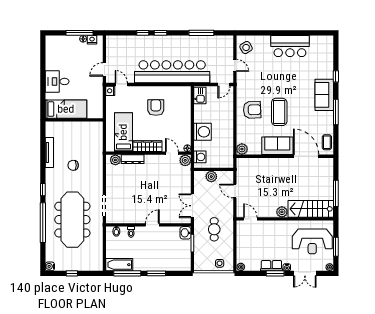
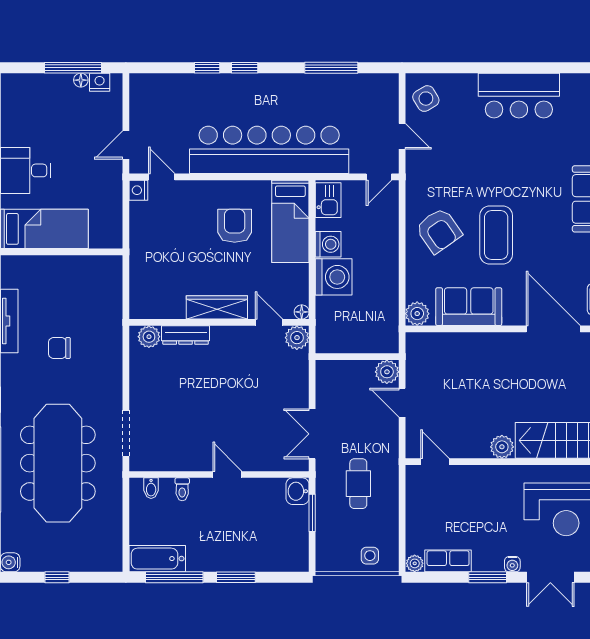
armchair: (252, 110) -> (439, 230), turned 57
bed: (123, 132) -> (290, 221), moved, turned 180
sofa: (277, 146) -> (469, 307), moved
washing machine: (200, 157) -> (328, 244), moved
plant: (211, 177) -> (387, 372), moved
door: (152, 225) -> (227, 474), hinge flipped
row of seats: (271, 266) -> (448, 561), moved

